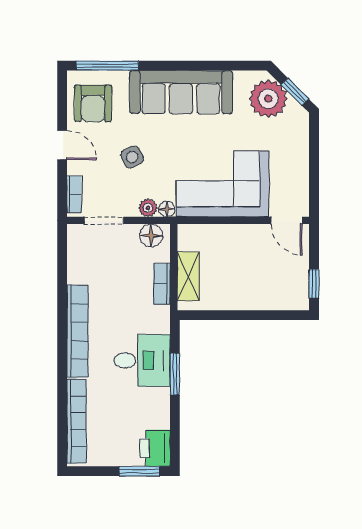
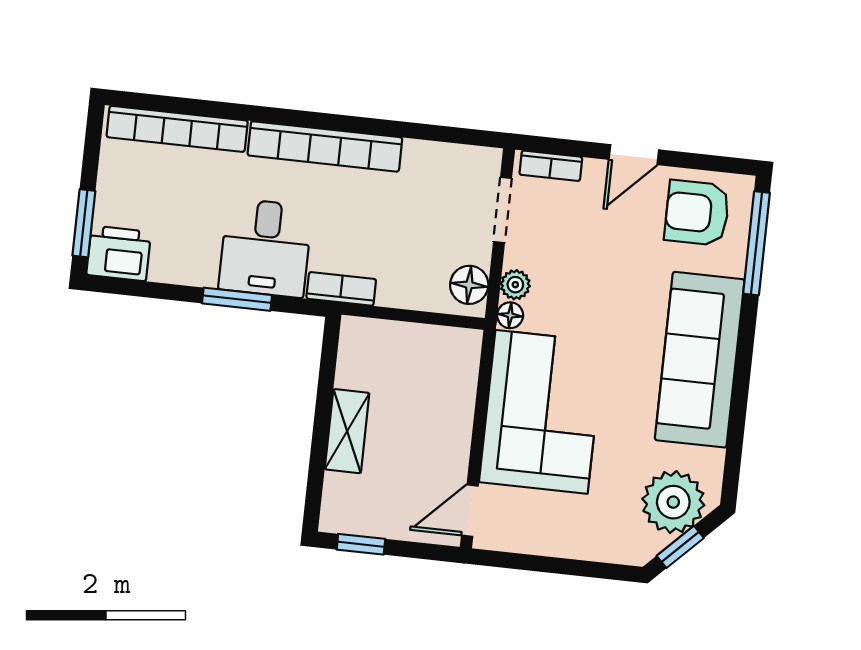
side table: (132, 157) -> (602, 268), removed
shelving: (188, 276) -> (347, 431), moved, turned 90
bookcase: (162, 284) -> (341, 289), moved

